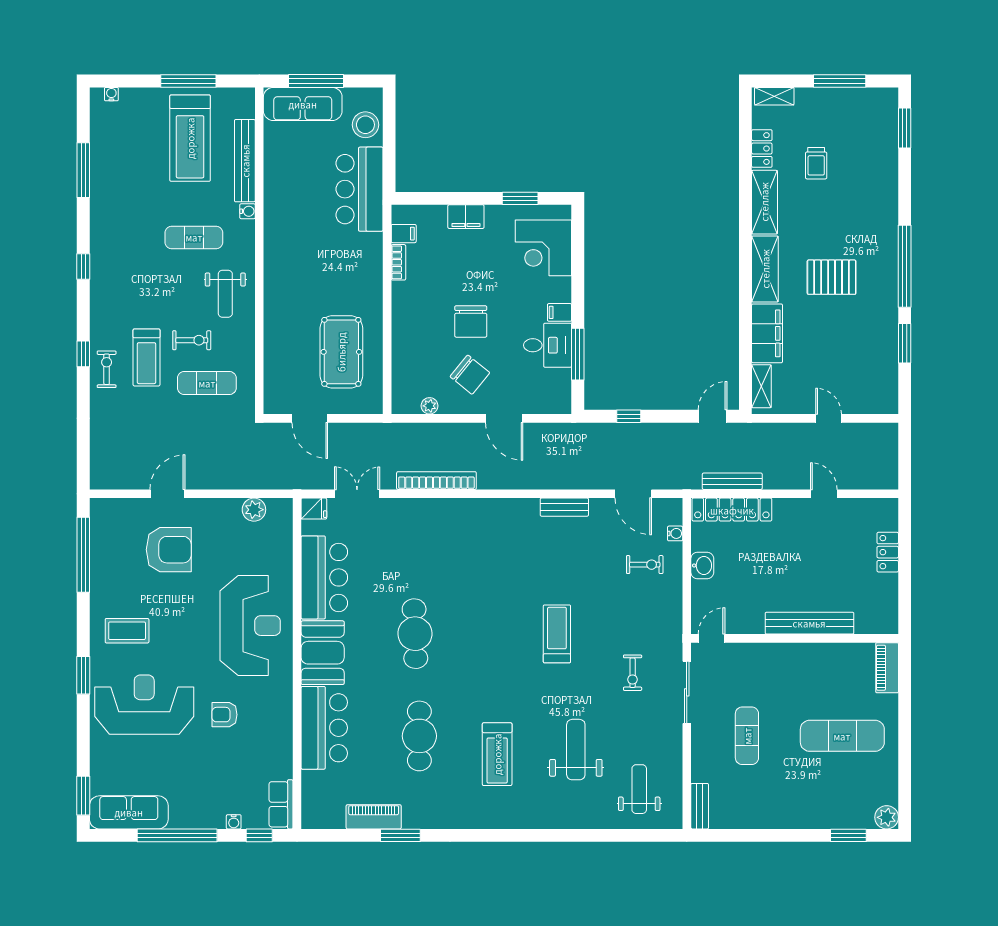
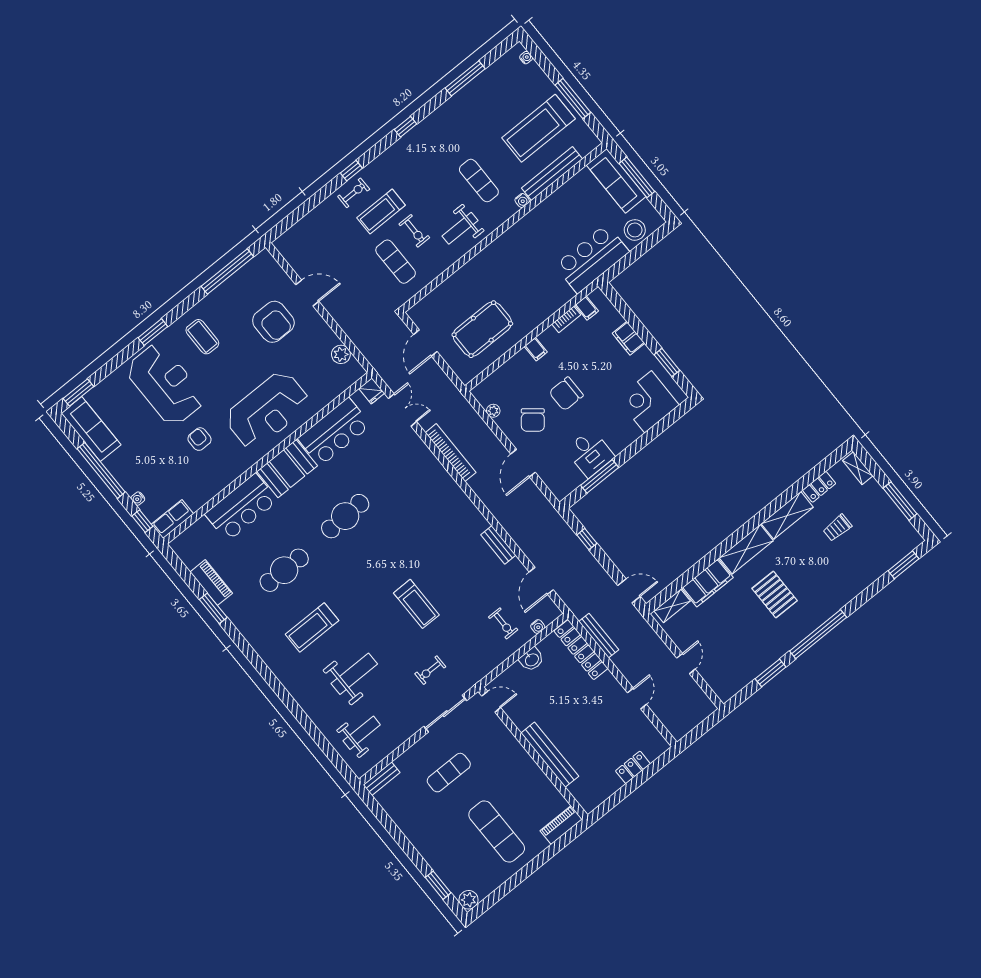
filing cabinet: (560, 312) -> (536, 349), moved, turned 180
treadmill: (557, 634) -> (416, 604), turned 90

